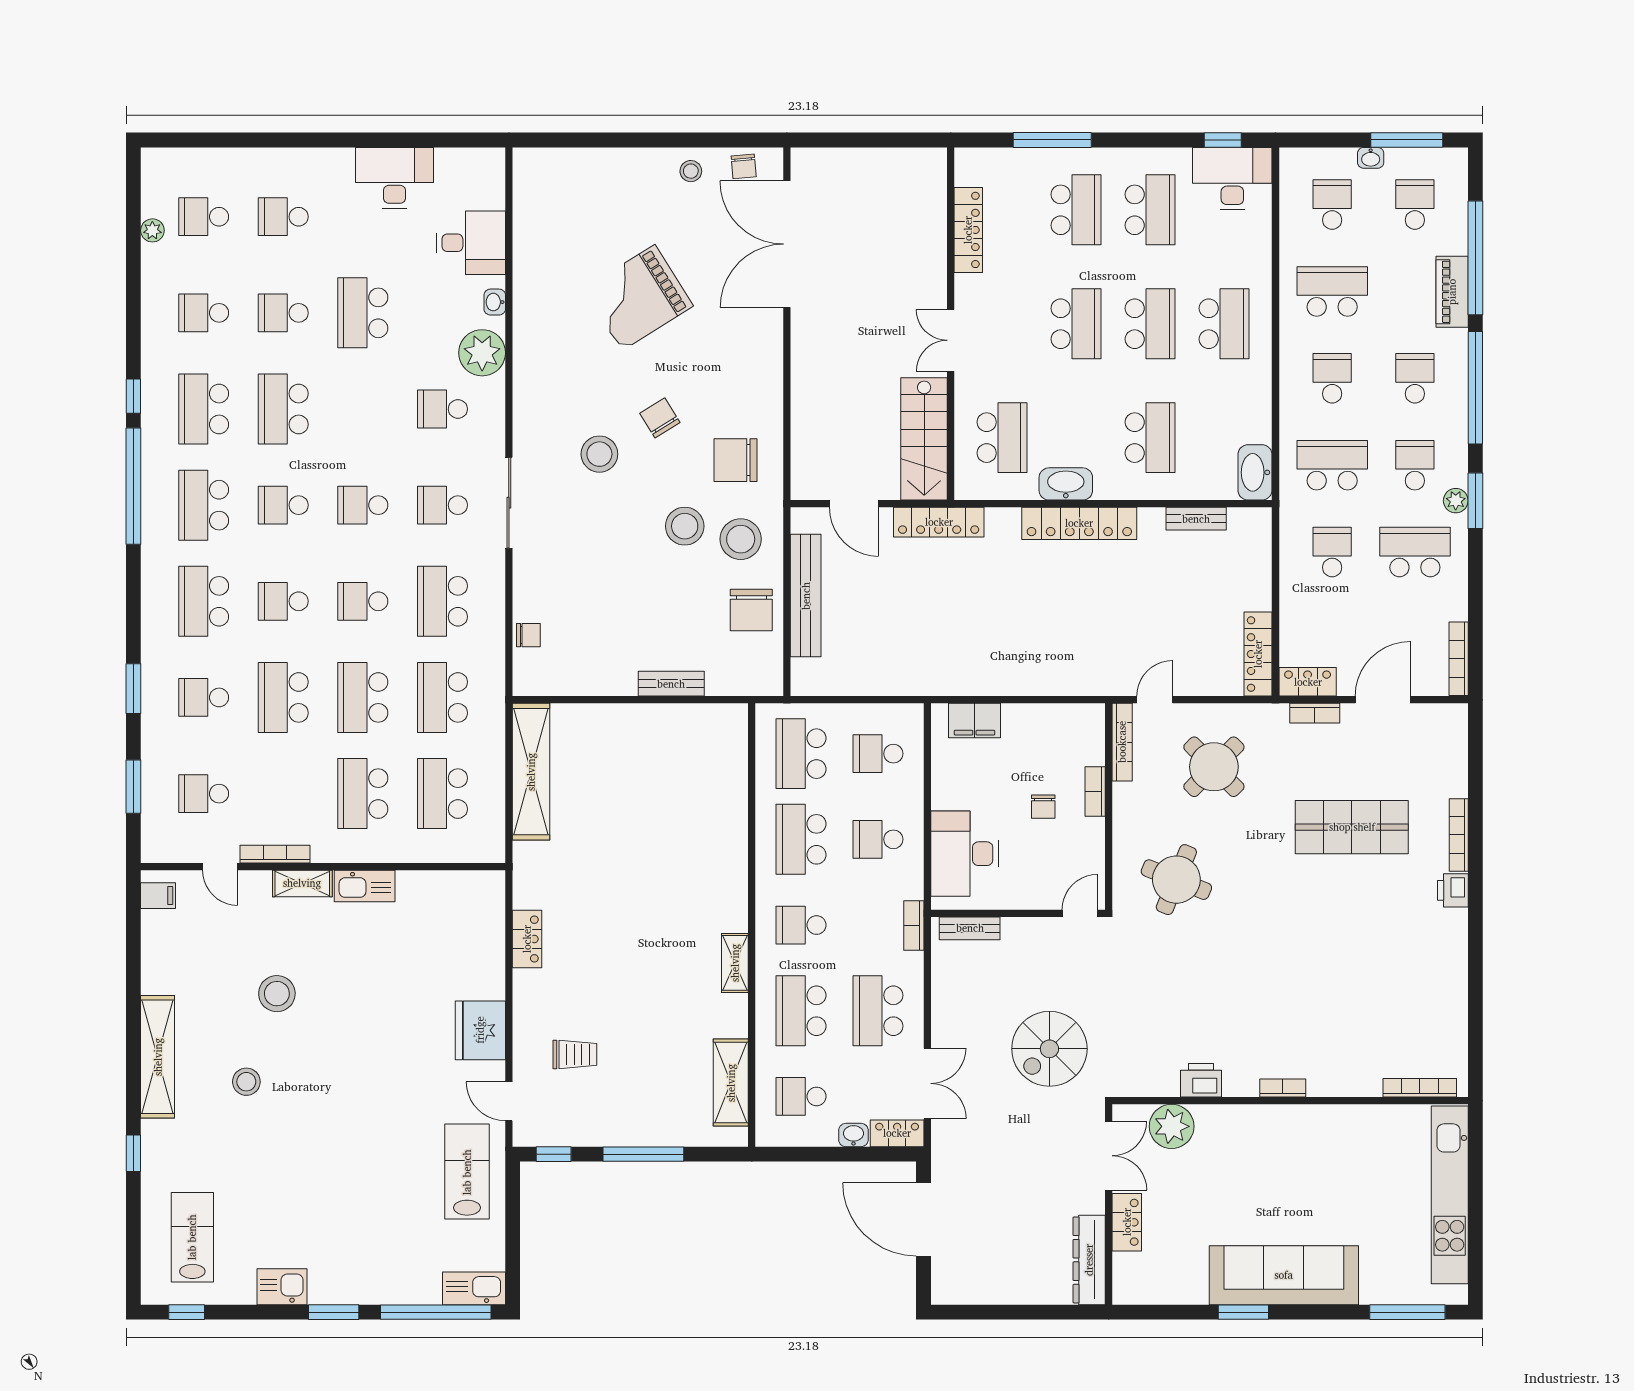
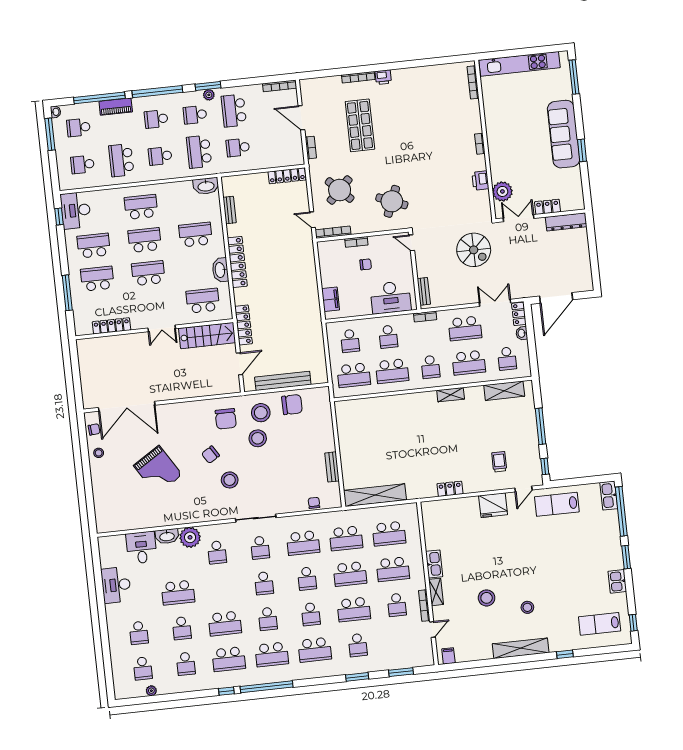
washbasin: (1371, 158) -> (56, 112), moved
washbasin: (495, 302) -> (167, 536), width x1.91, depth x1.45
locker: (1308, 682) -> (297, 152), removed
bench: (671, 684) -> (332, 467), moved
school desk: (204, 794) -> (397, 605), moved

